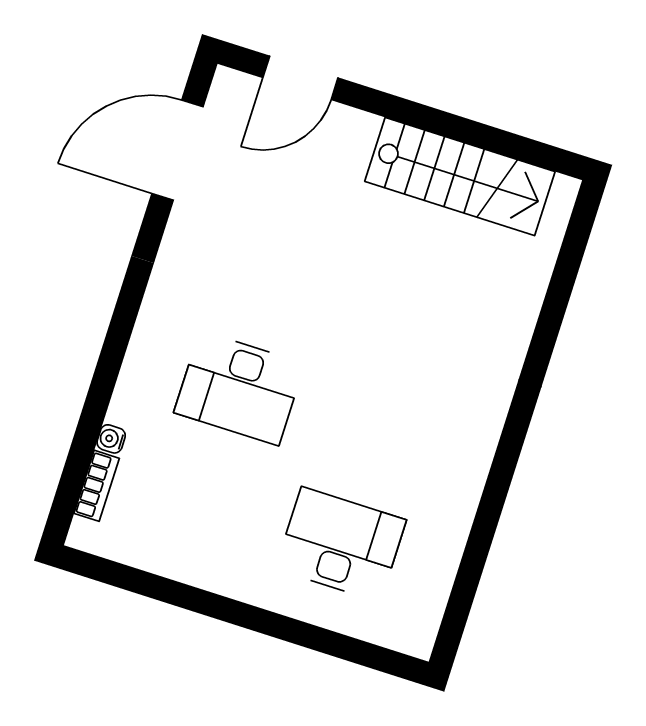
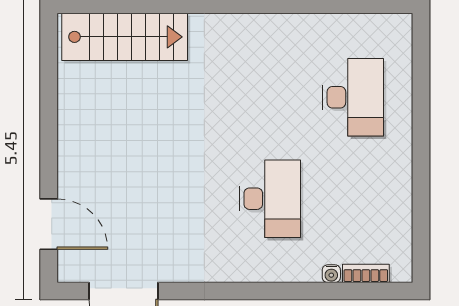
stairs: (460, 176) -> (125, 37), moved, turned 90
desk: (341, 544) -> (353, 97), turned 180

